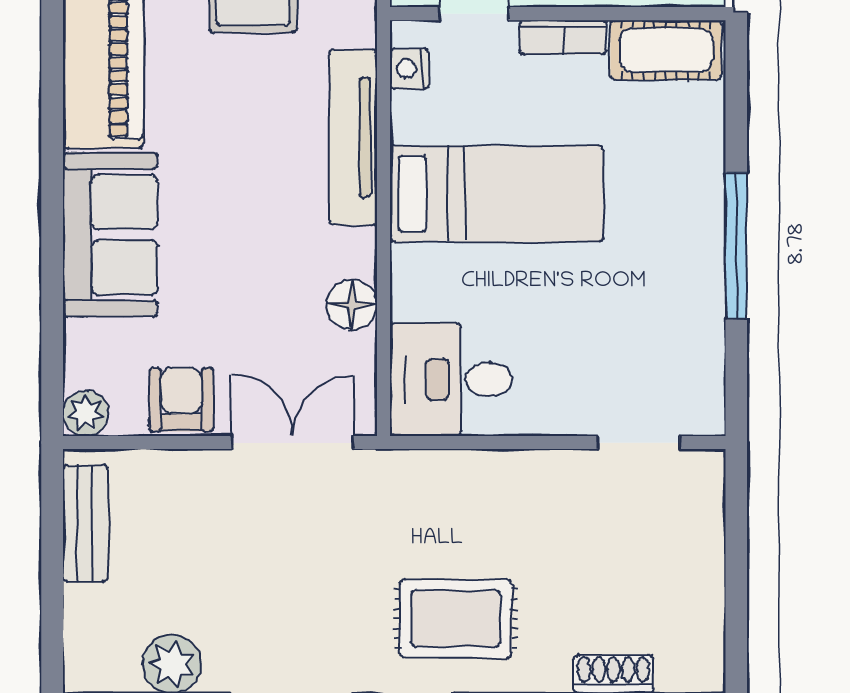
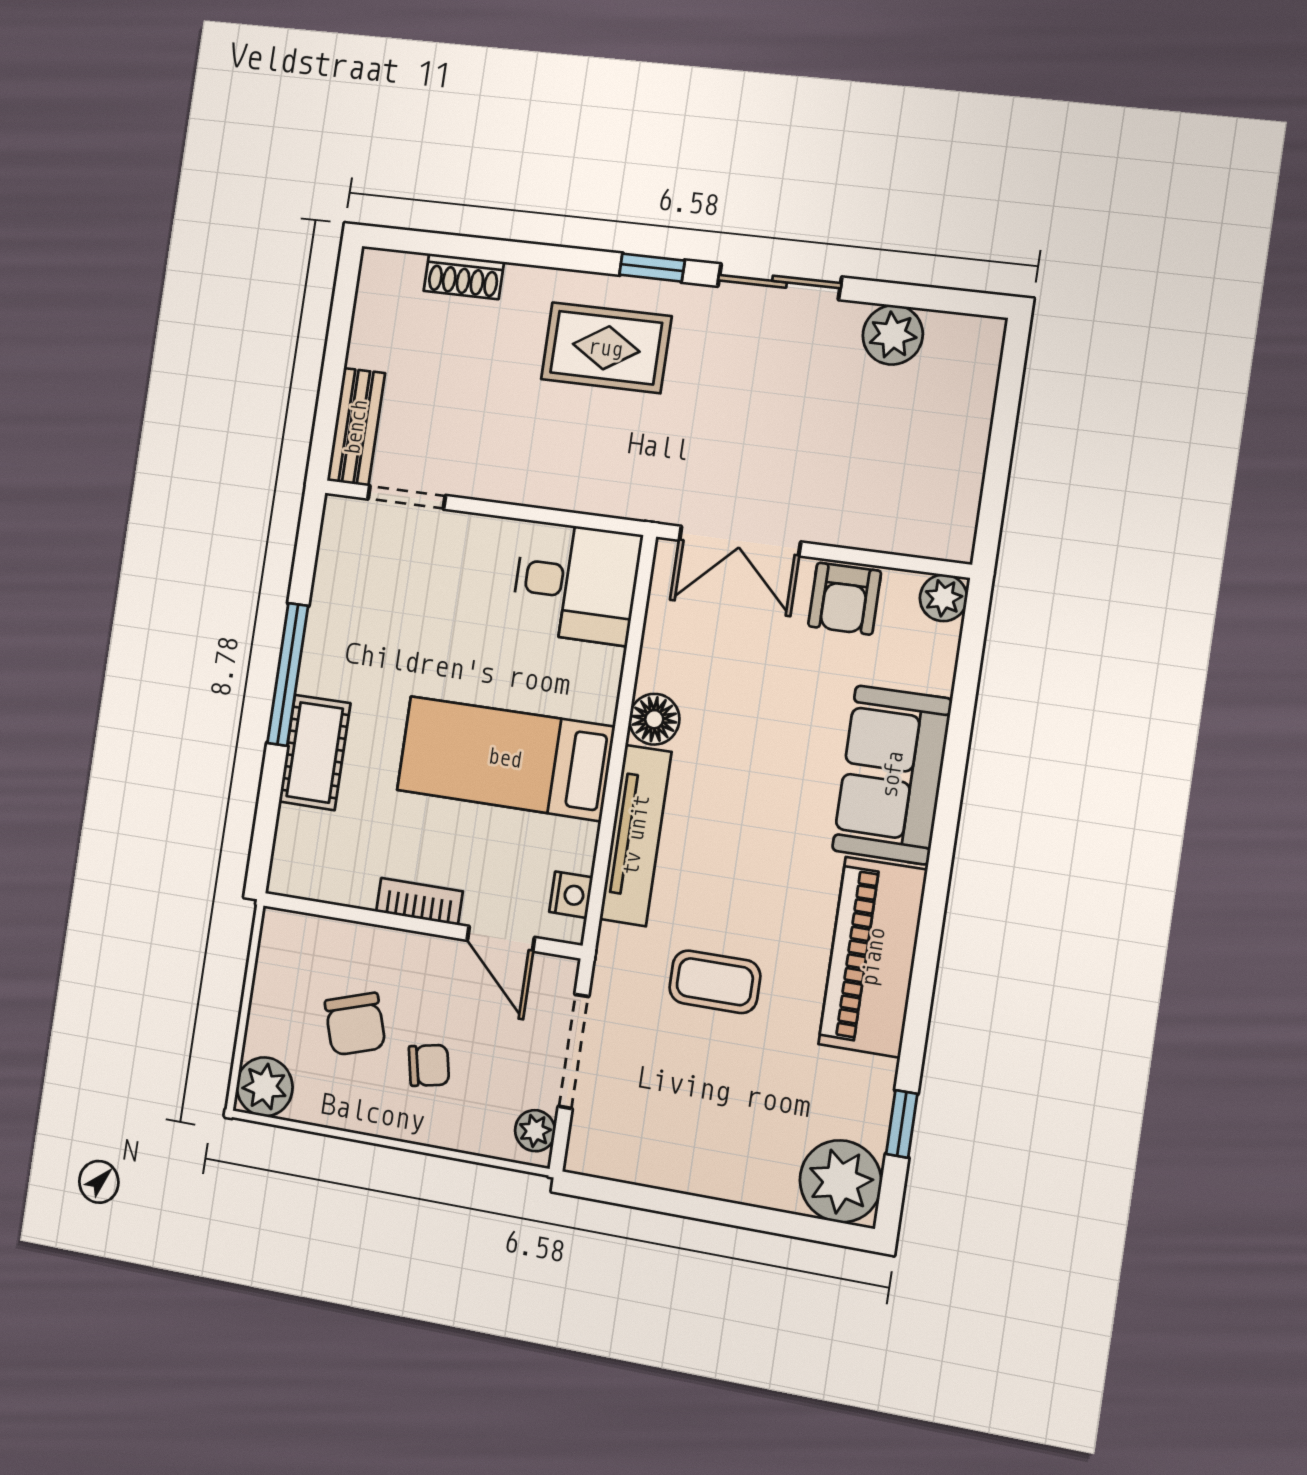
cot: (666, 50) -> (315, 752), moved, turned 90
floor lamp: (352, 304) -> (654, 719), moved
bench: (85, 523) -> (356, 427), moved

